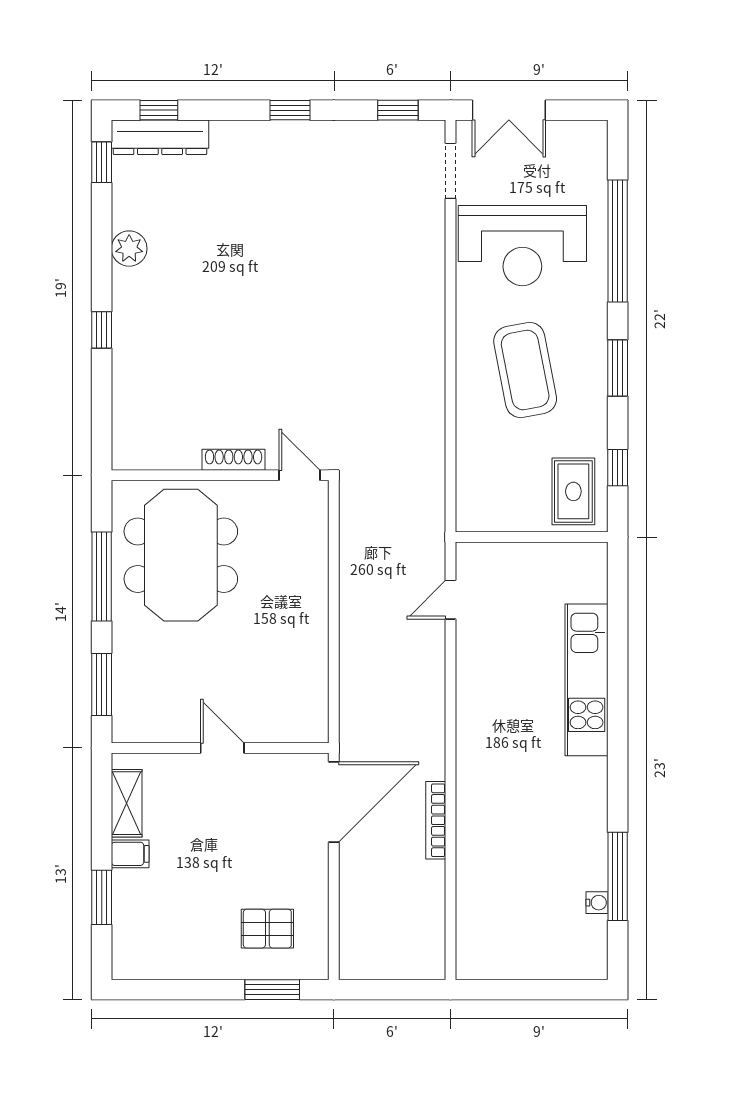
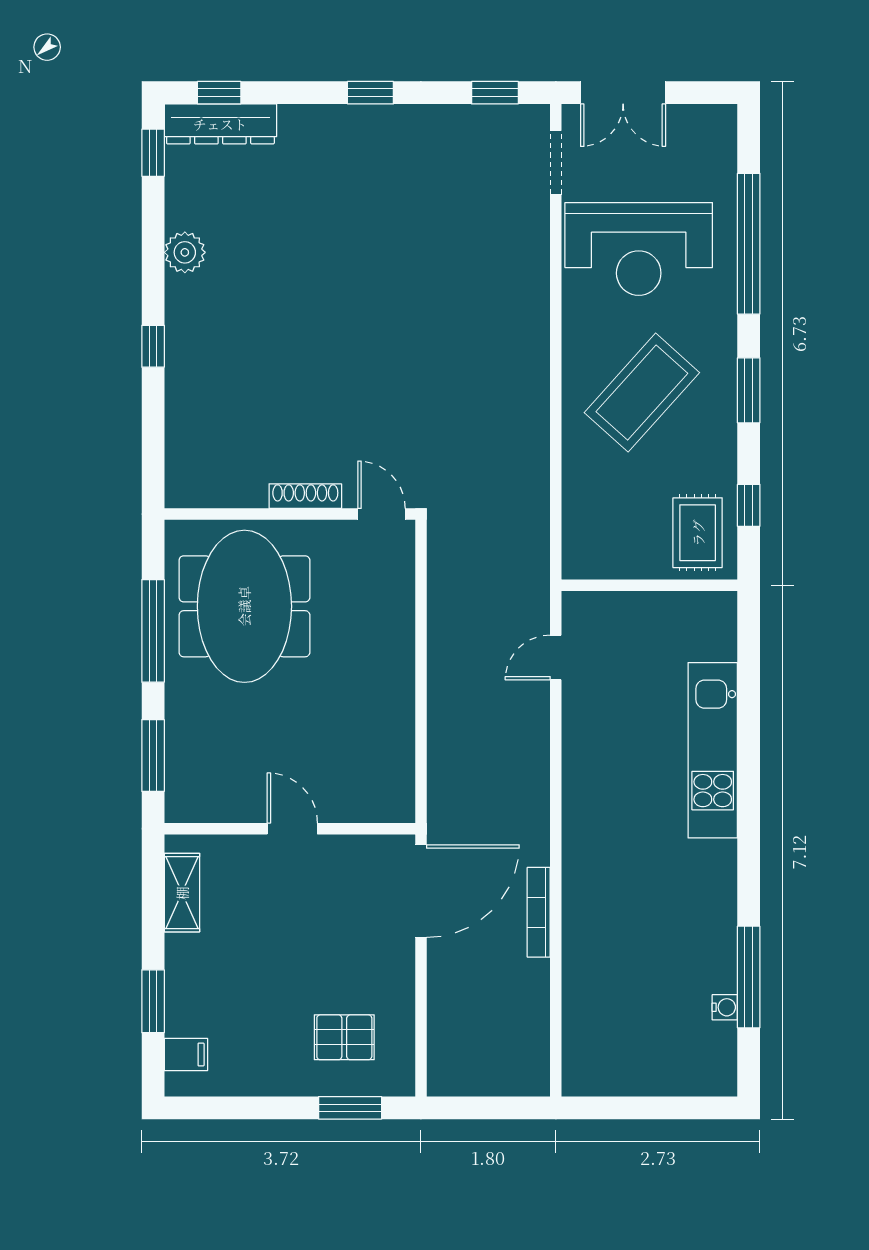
coffee table: (525, 370) -> (642, 393), turned 53
filing cabinet: (130, 854) -> (186, 1054), moved

